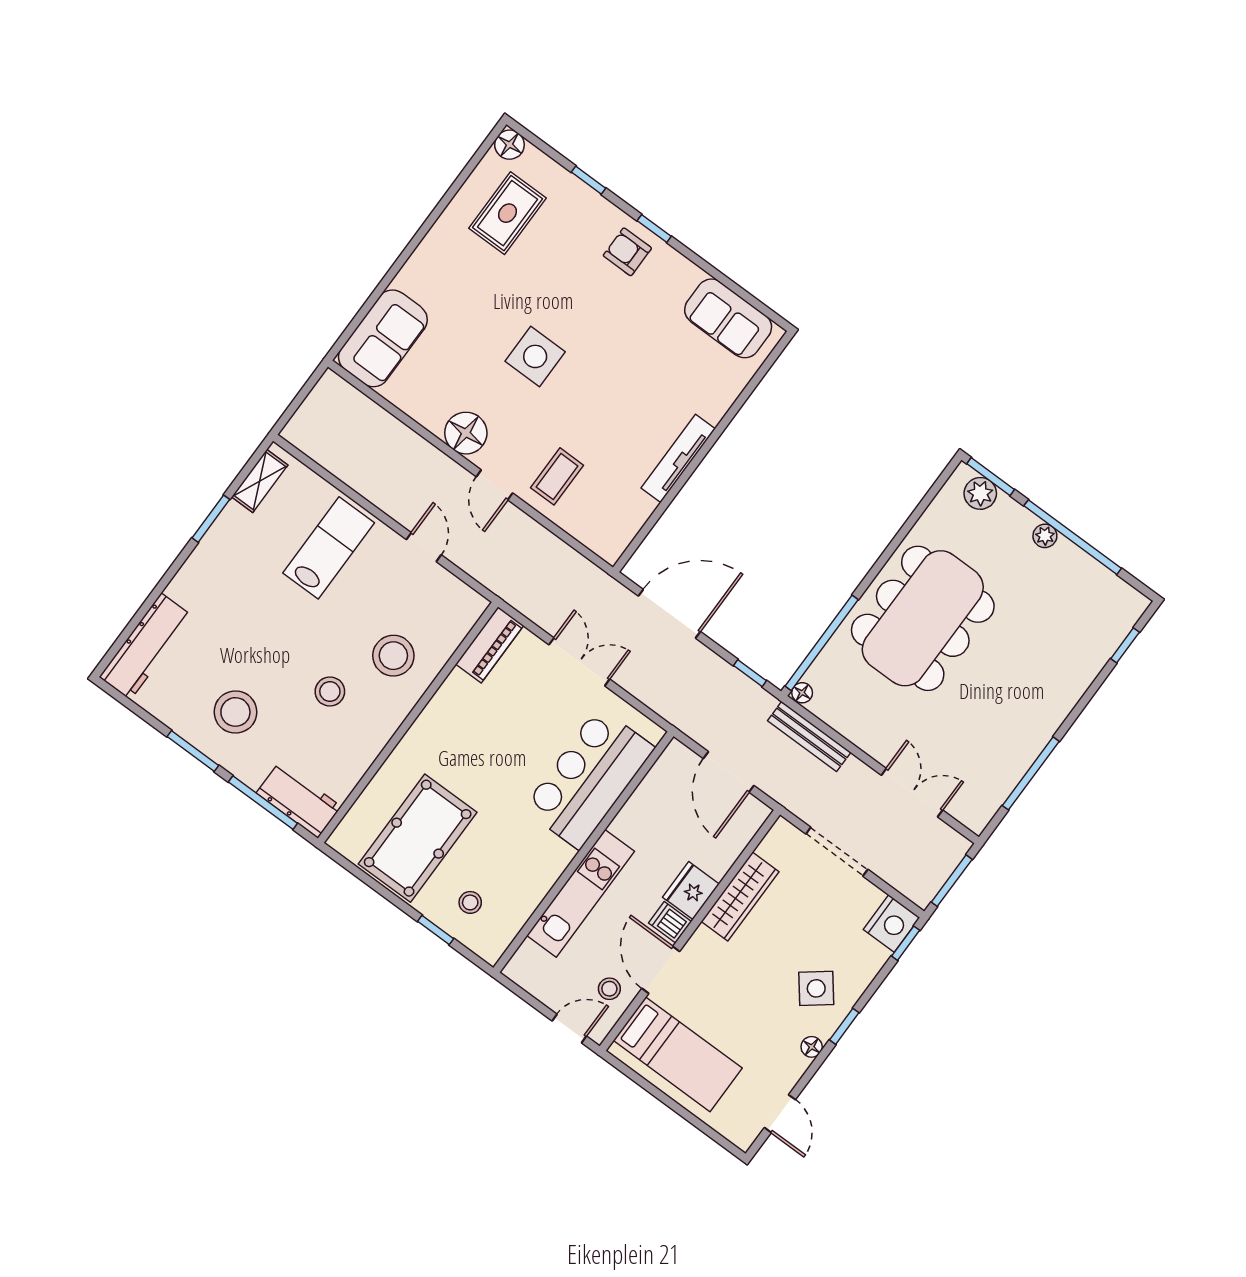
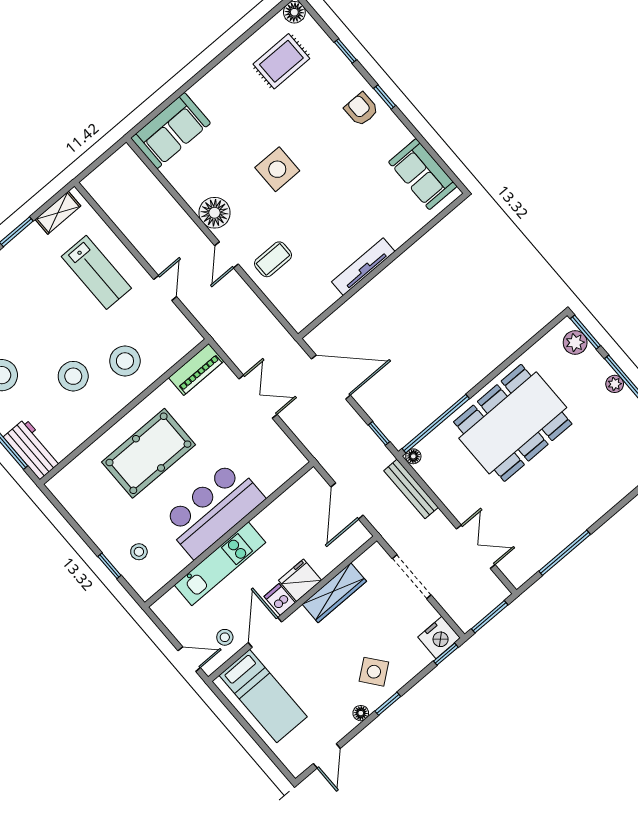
lab bench: (329, 548) -> (96, 272), turned 90
stool: (330, 692) -> (73, 376), width x1.38, depth x1.38
bar counter: (589, 778) -> (213, 510), moved
pool table: (418, 838) -> (148, 453), moved

